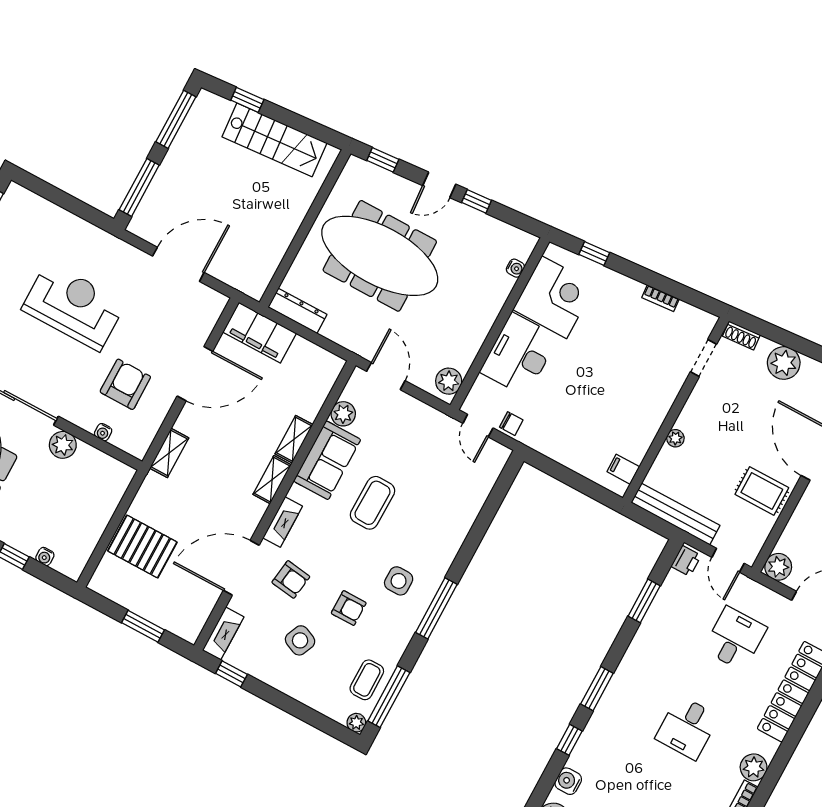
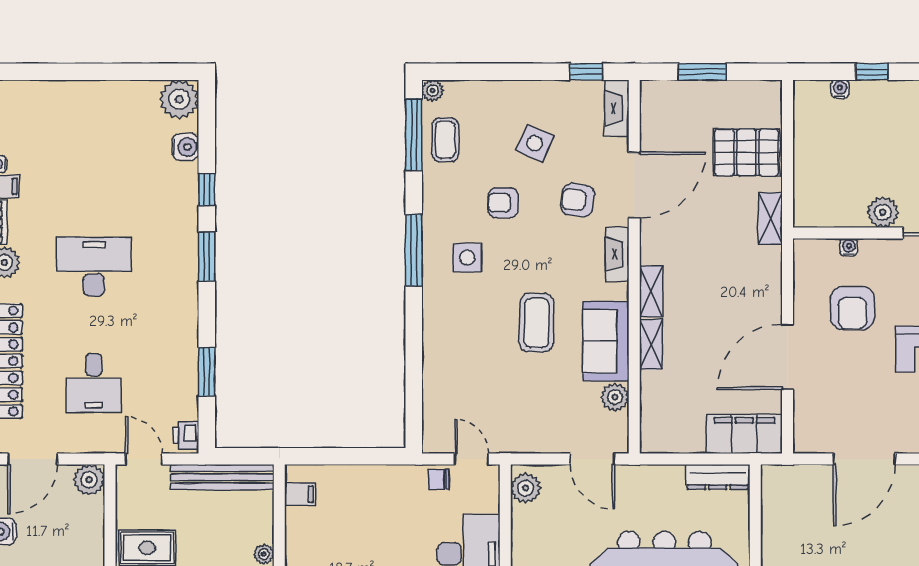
shelving: (169, 453) -> (770, 219), moved
desk: (687, 727) -> (94, 267), width x1.37

